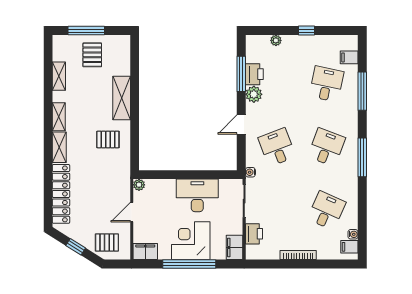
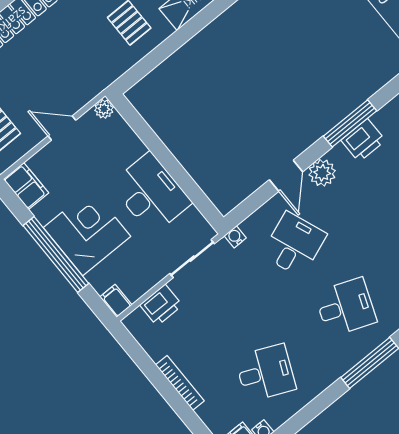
plant: (254, 94) -> (322, 173), moved
door: (241, 124) -> (286, 176), swing flipped
filing cabinet: (234, 247) -> (116, 301), width x0.50

